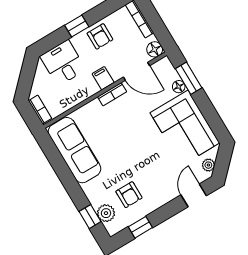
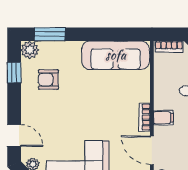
door: (136, 71) -> (152, 150), hinge flipped
plant: (106, 213) -> (30, 50), moved
window: (90, 217) -> (50, 34), width x1.50

